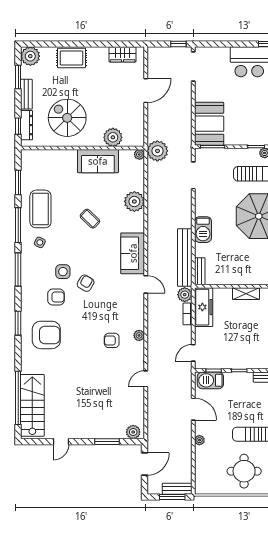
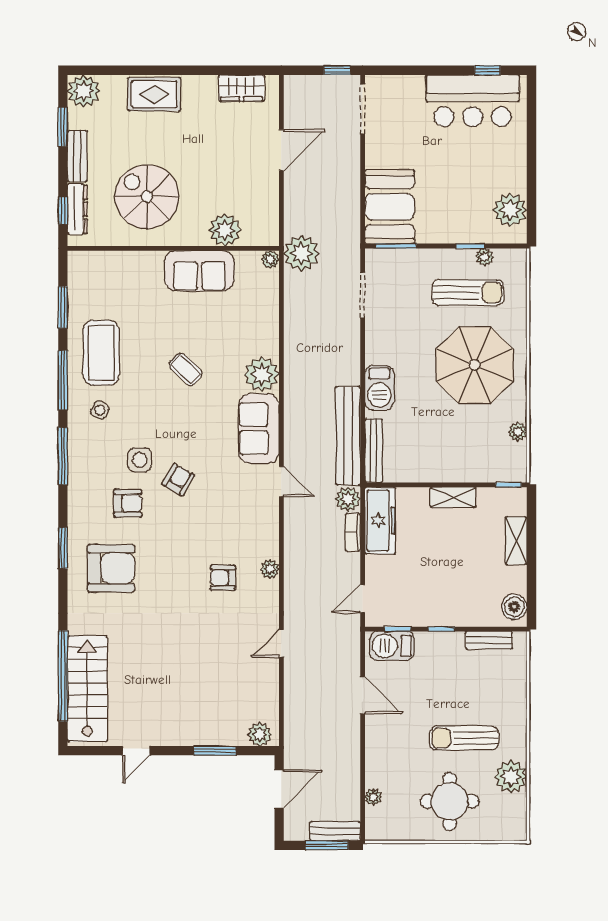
plant: (134, 201) -> (262, 374), moved
bench: (200, 271) -> (374, 451), width x1.36
plant: (199, 440) -> (373, 797), moved

